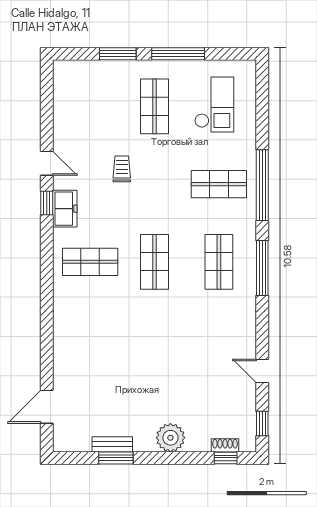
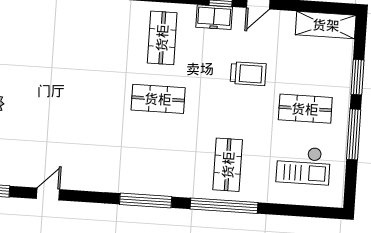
shelving: (65, 91) -> (326, 25), added
trolley: (122, 169) -> (248, 74), width x1.36, depth x1.39
shop shelf: (219, 262) -> (154, 160), removed

